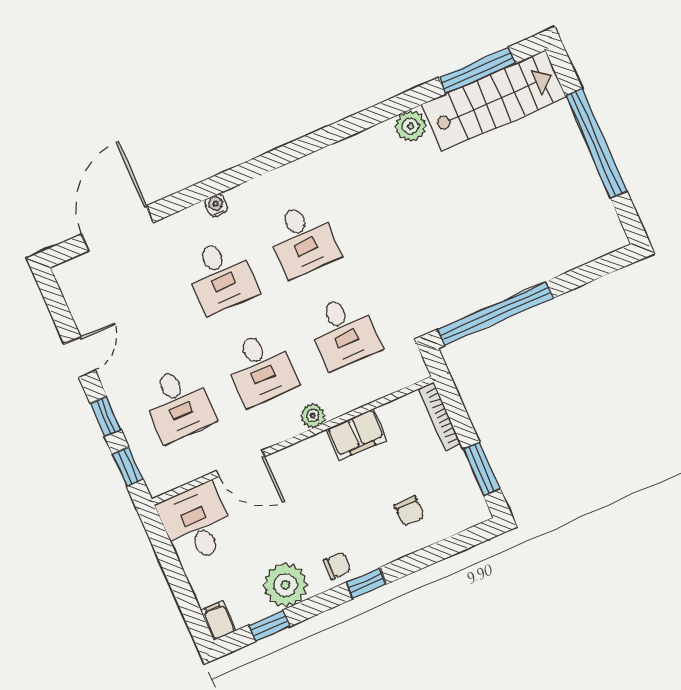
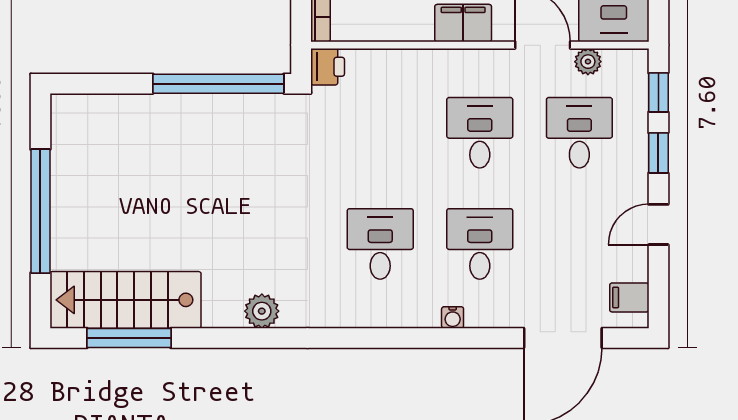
plant: (411, 126) -> (262, 311), moved
filing cabinet: (77, 286) -> (629, 297), added
desk: (343, 332) -> (380, 133), removed
printer: (411, 367) -> (328, 67), added
plant: (313, 415) -> (588, 62), moved
filing cabinet: (356, 434) -> (463, 23), moved

